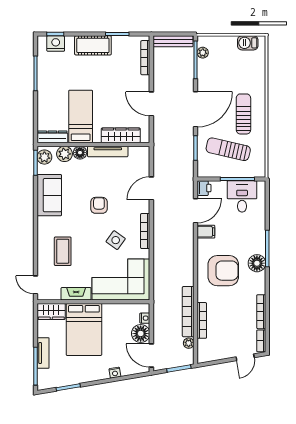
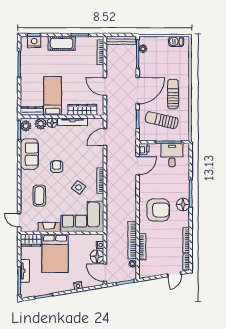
door: (151, 188) -> (105, 137), moved
armchair: (99, 205) -> (57, 167), moved
filing cabinet: (206, 232) -> (145, 181), removed

